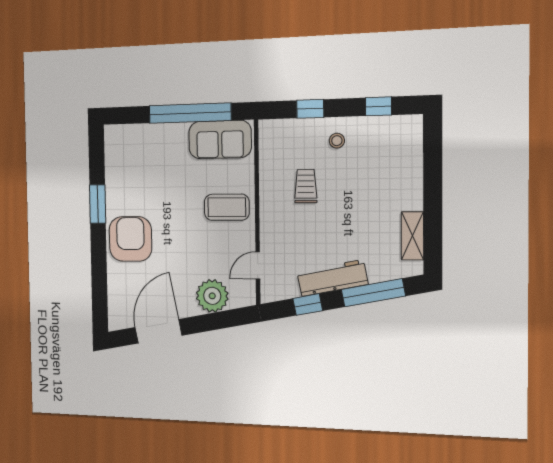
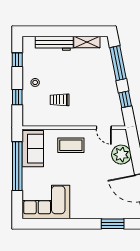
corner sofa: (132, 165) -> (46, 202), added
window: (98, 204) -> (113, 224), moved
coffee table: (227, 207) -> (71, 145), turned 90
armchair: (130, 239) -> (89, 204), removed
workbench: (332, 278) -> (54, 43), moved, turned -79

